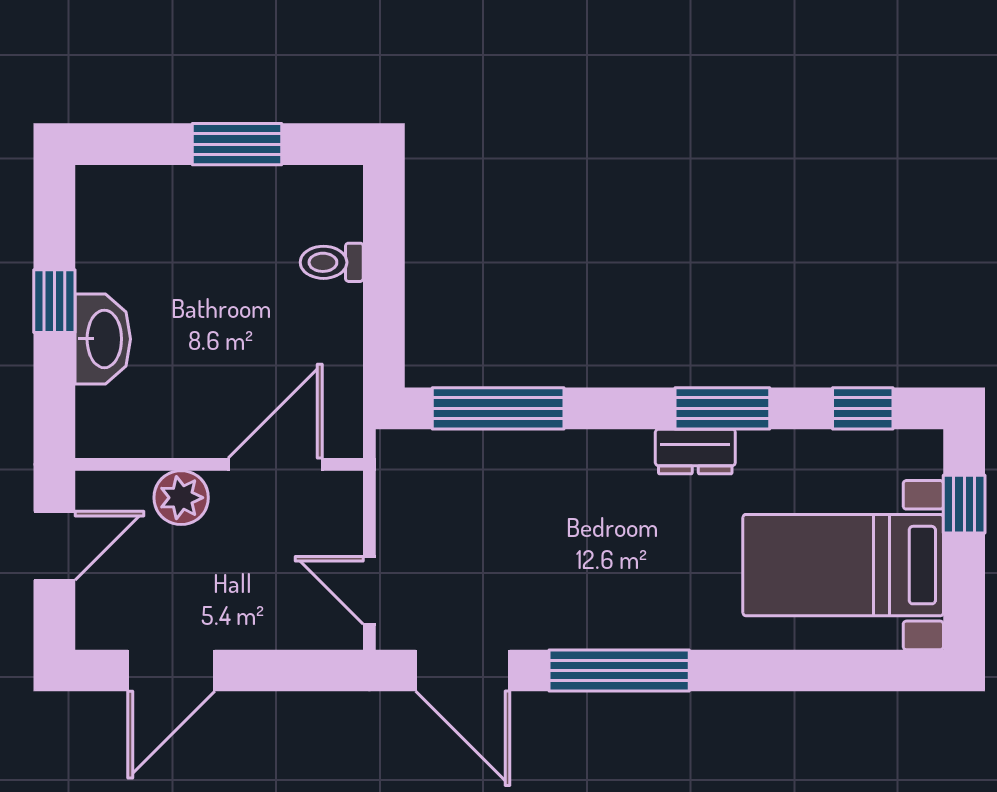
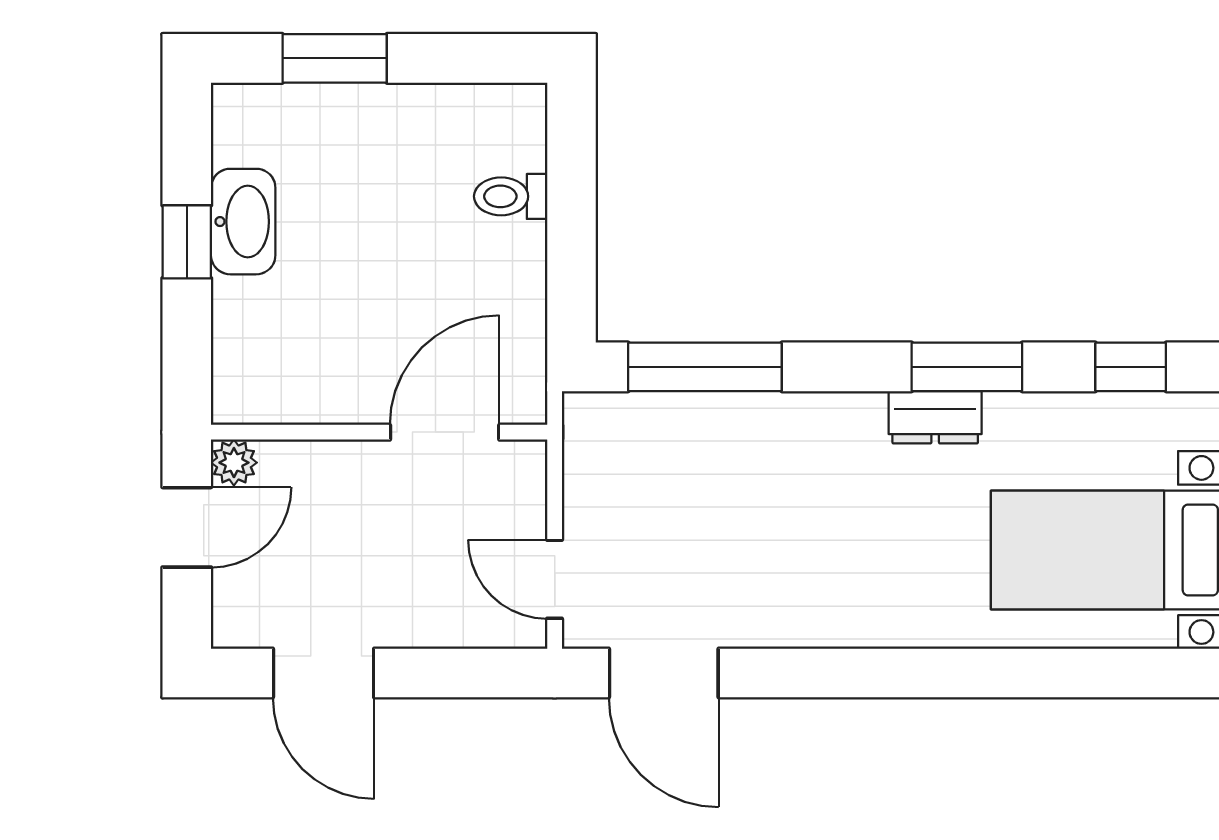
window: (237, 144) -> (335, 58), moved
washbasin: (103, 339) -> (243, 222), moved
plant: (181, 498) -> (234, 463), moved, width x0.73, depth x0.73
door: (171, 670) -> (324, 673), hinge flipped
window: (619, 670) -> (846, 673), removed

